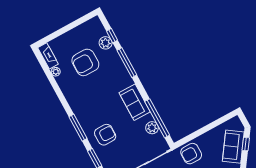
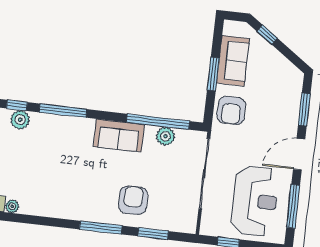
armchair: (85, 62) -> (27, 162), removed
window: (204, 130) -> (213, 74), added
sofa: (233, 147) -> (233, 61), moved, turned -125

